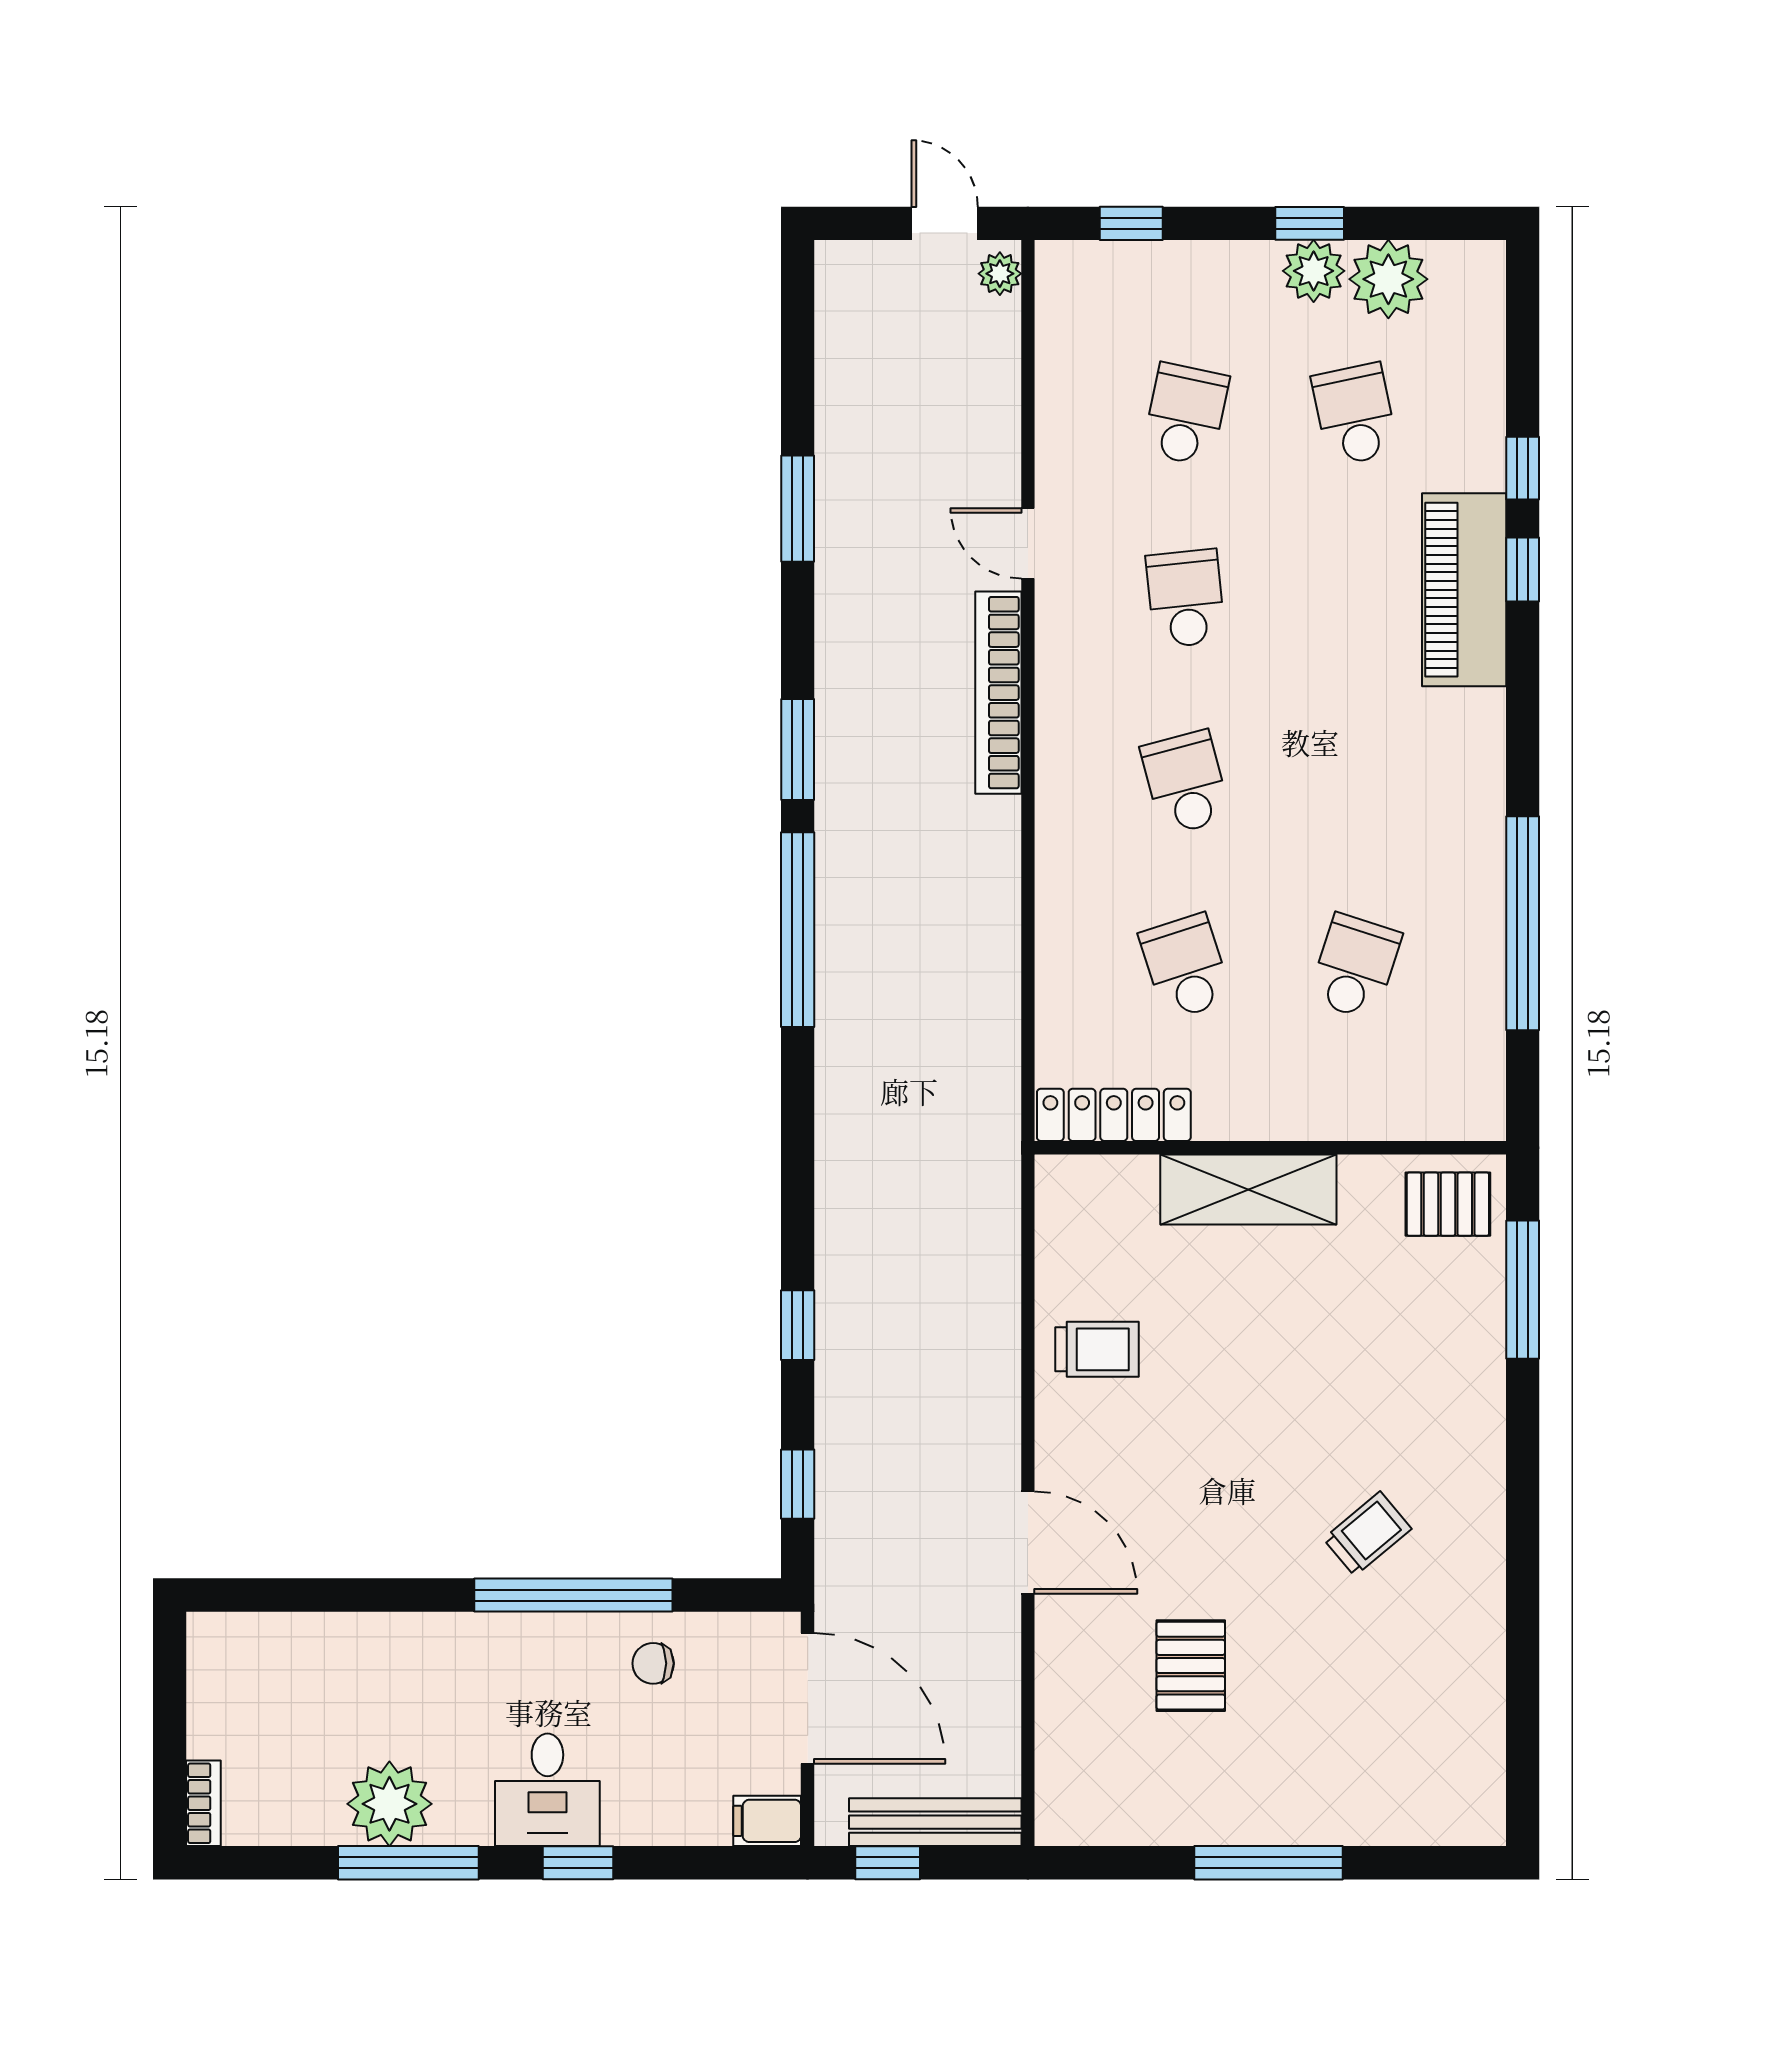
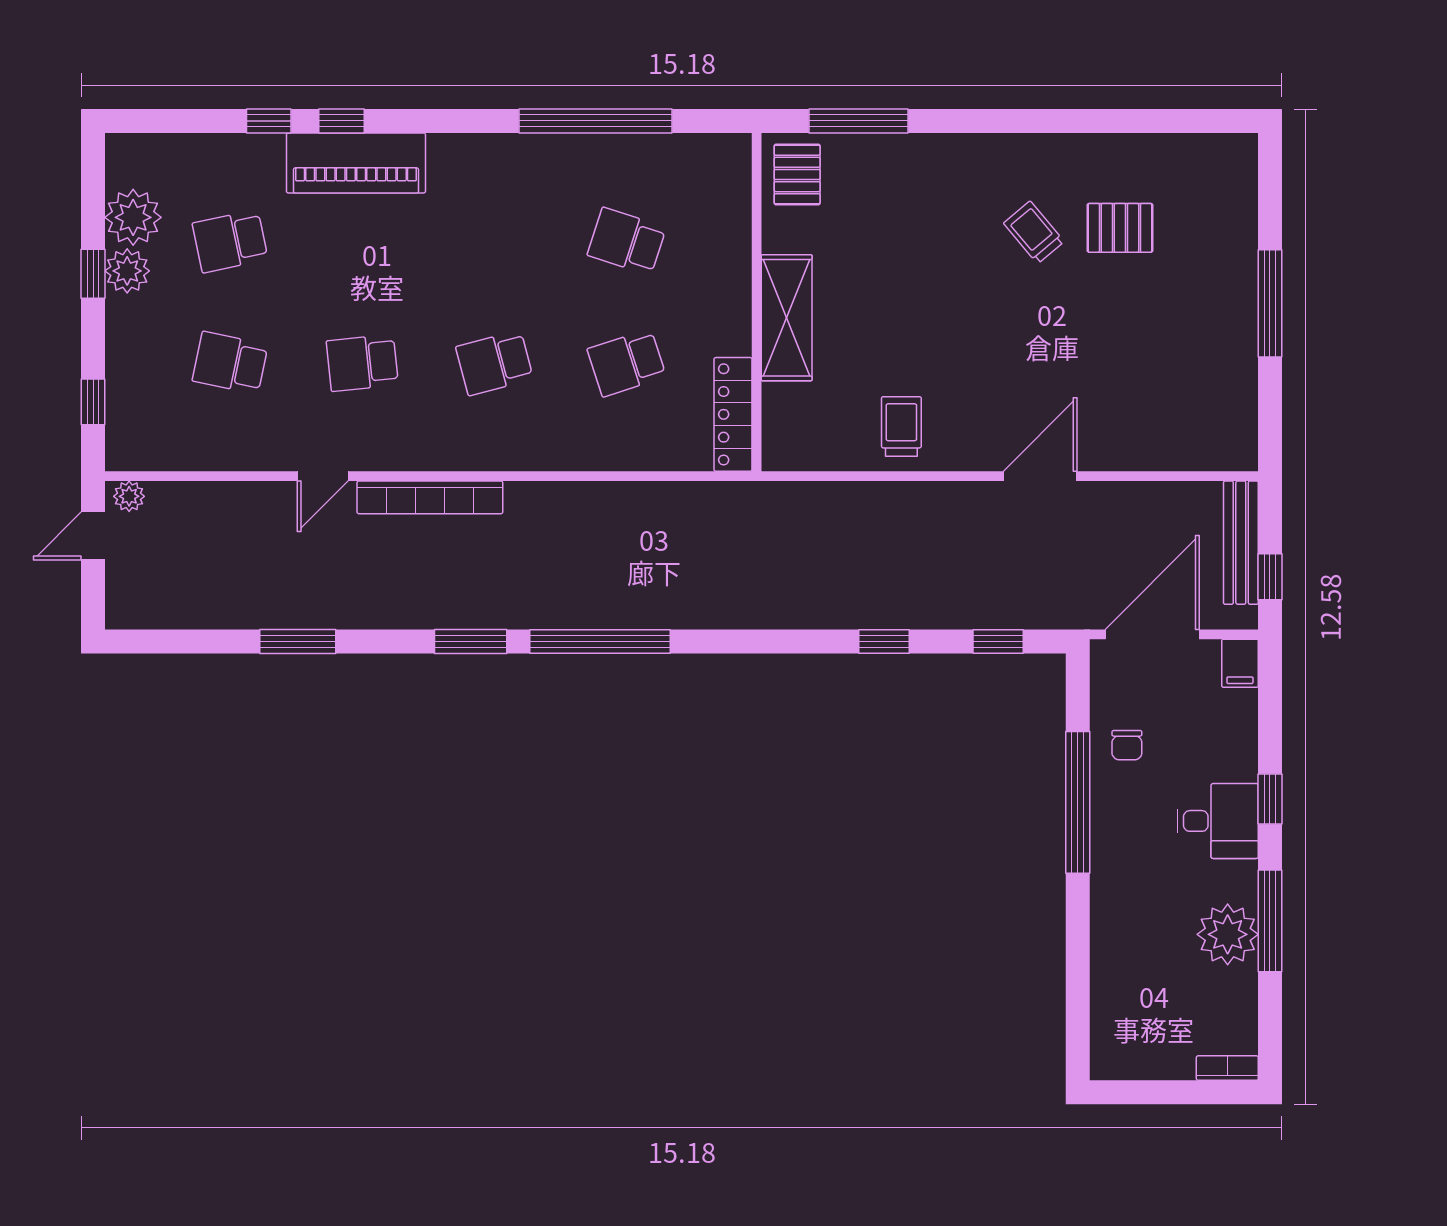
pallet: (1191, 1666) -> (1120, 228), moved

